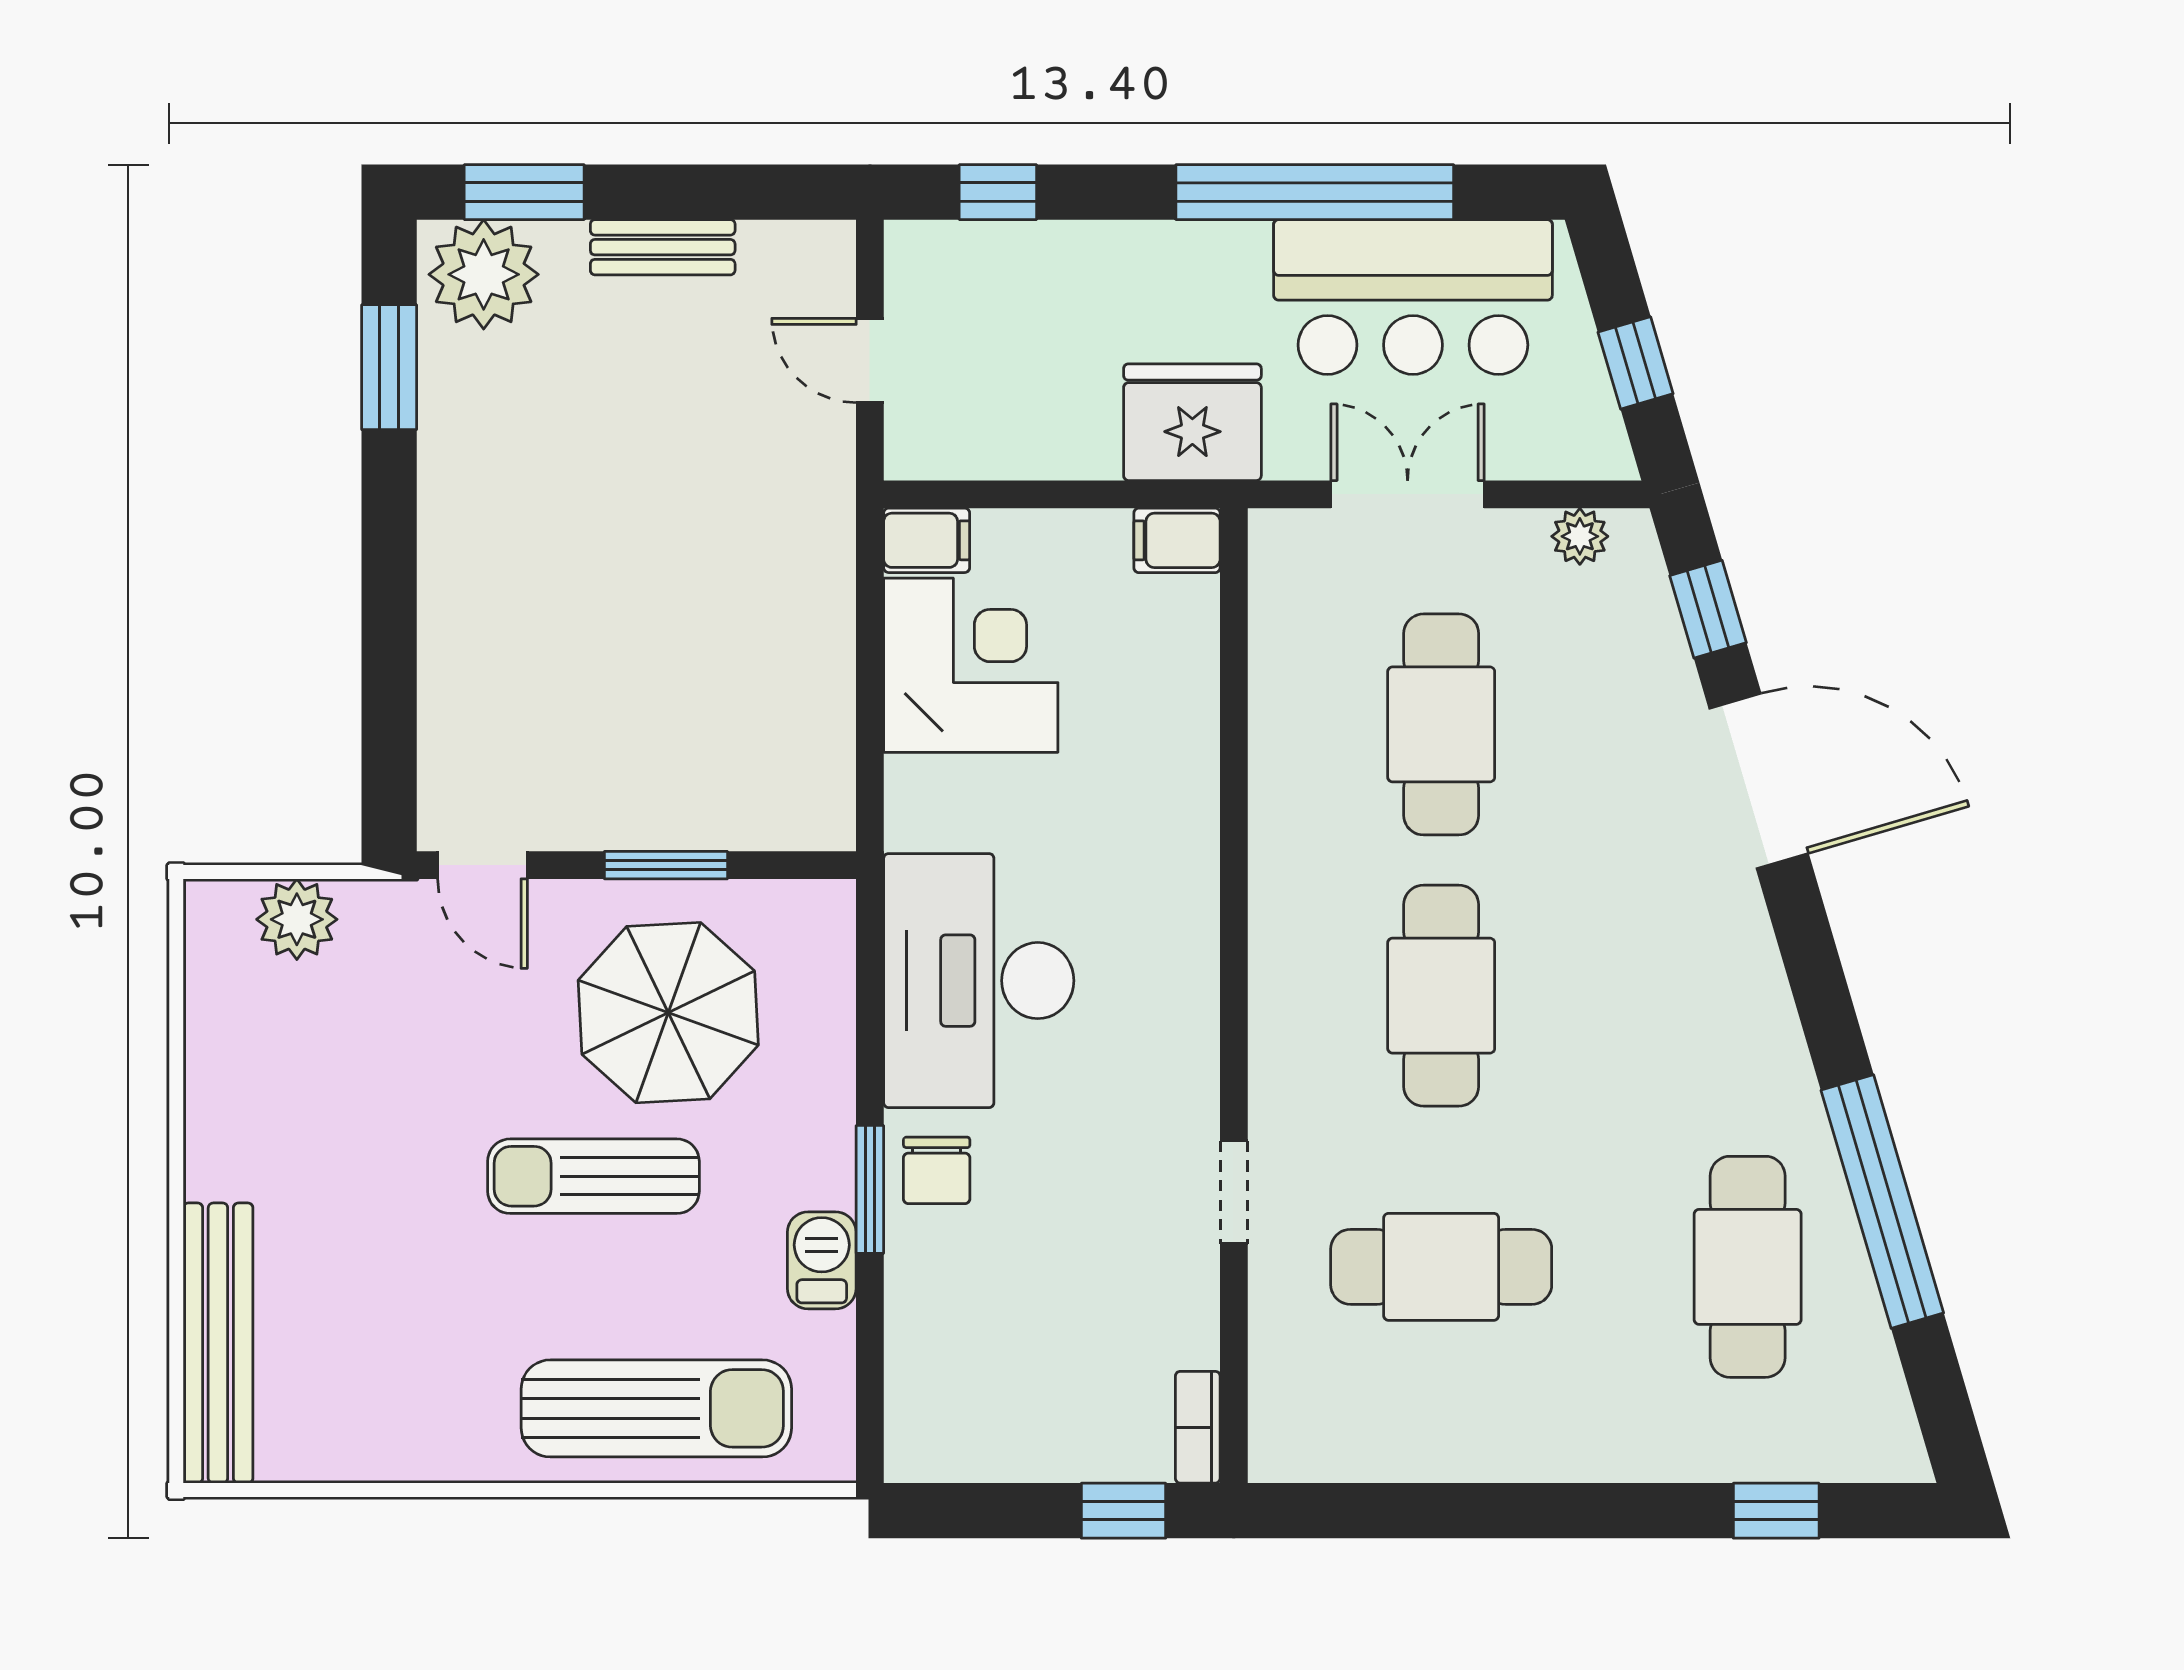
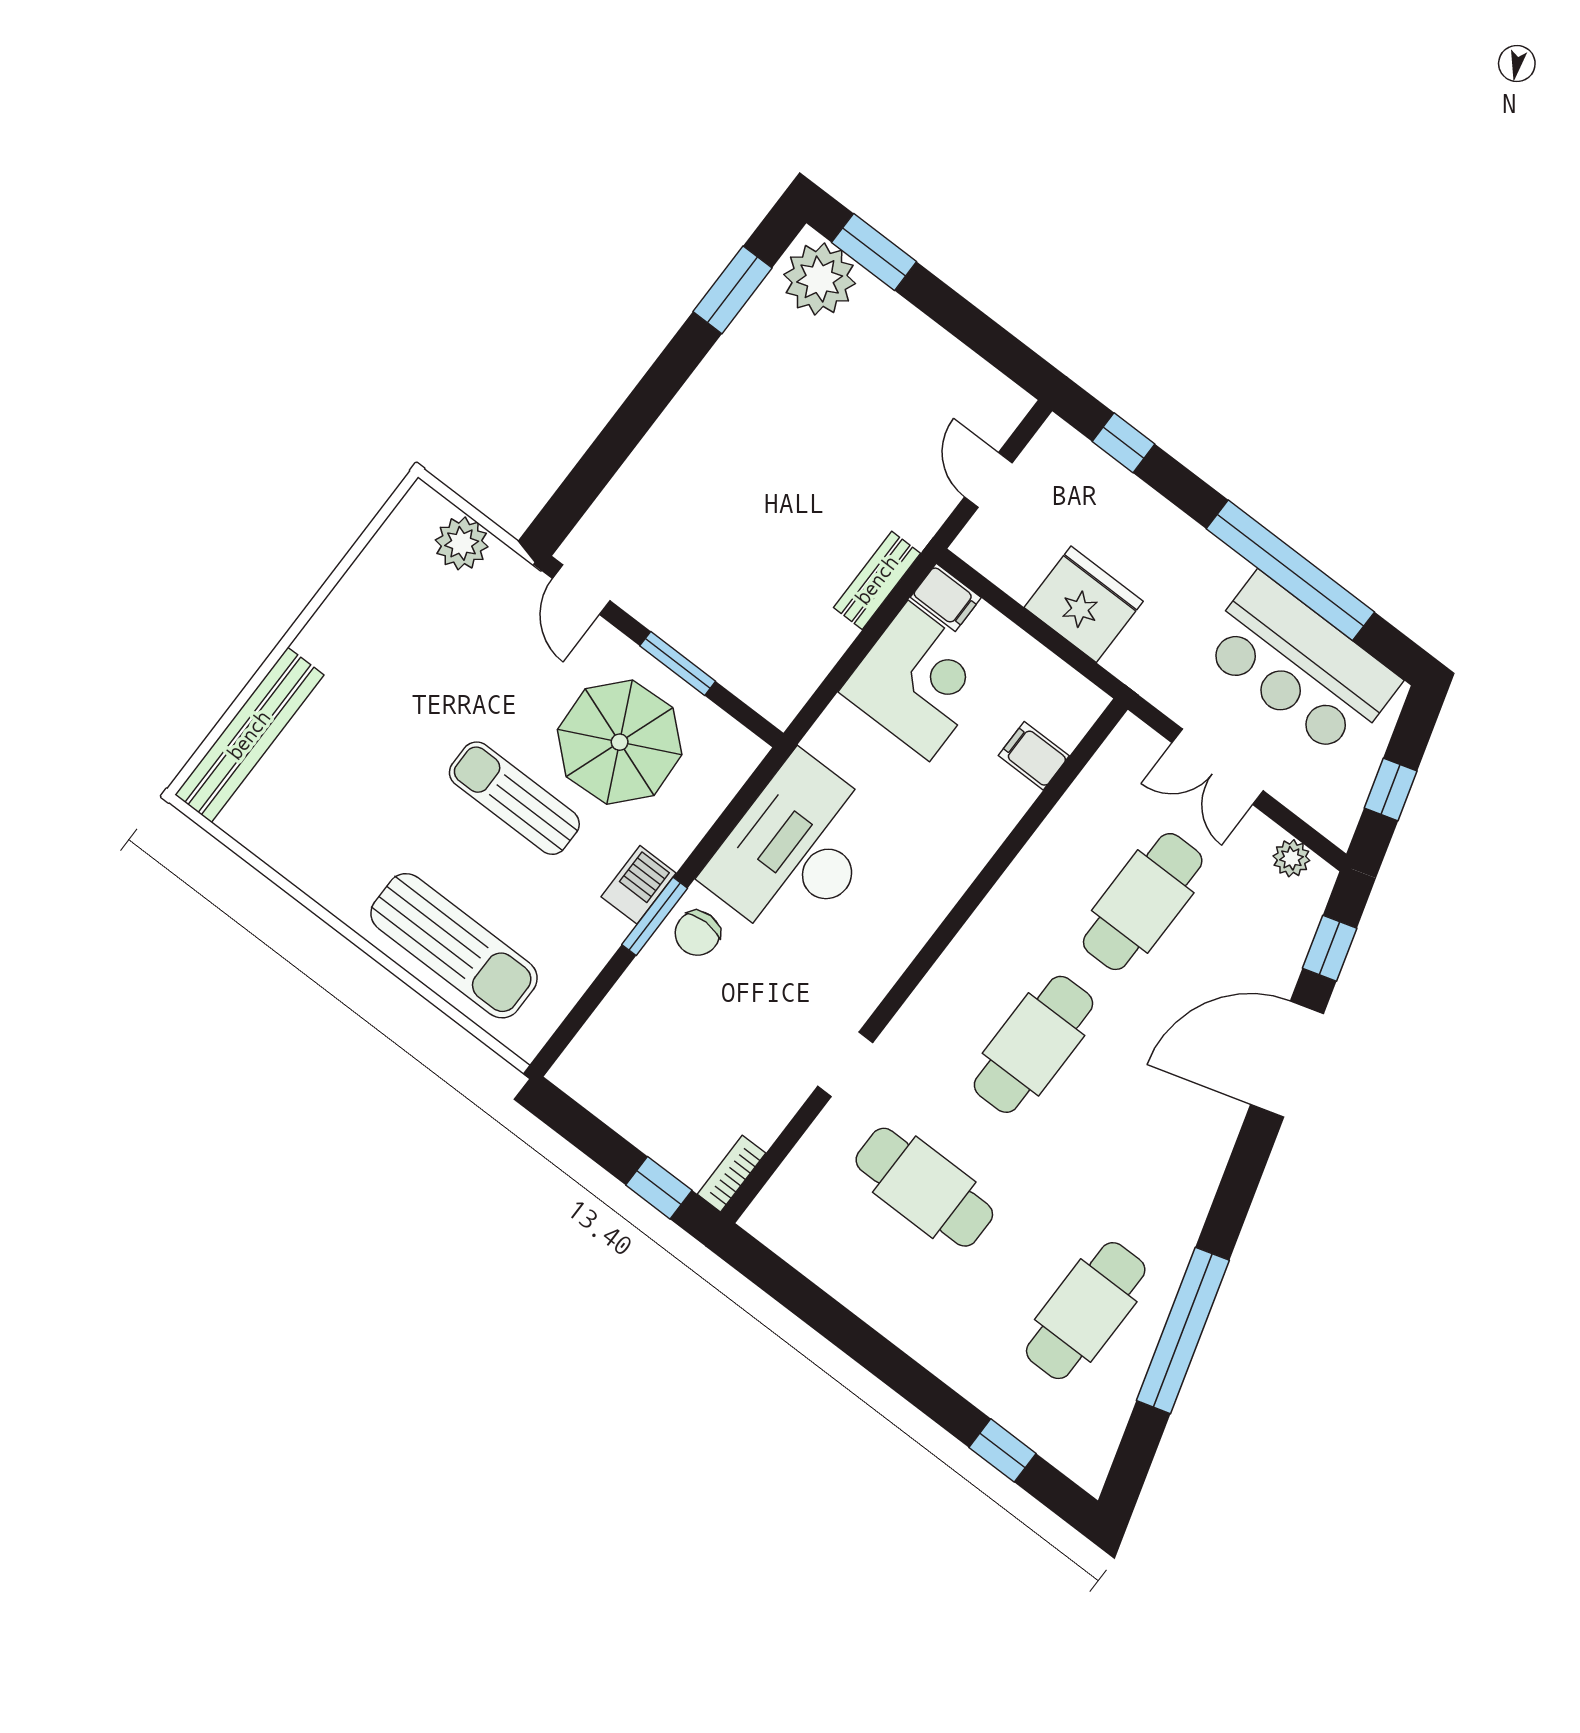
bench: (663, 247) -> (877, 580), moved, turned 90
fridge: (1192, 422) -> (1084, 604), moved
double door: (1408, 494) -> (1218, 767), swing flipped
filing cabinet: (1177, 540) -> (1034, 756), moved
door: (1759, 781) -> (1287, 1059), swing flipped
barbecue: (822, 1260) -> (639, 885), moved

